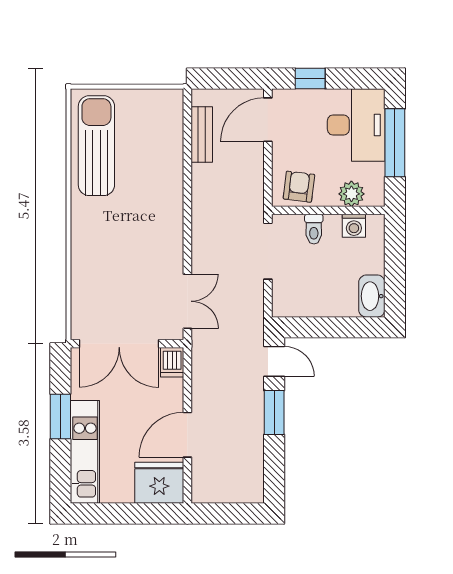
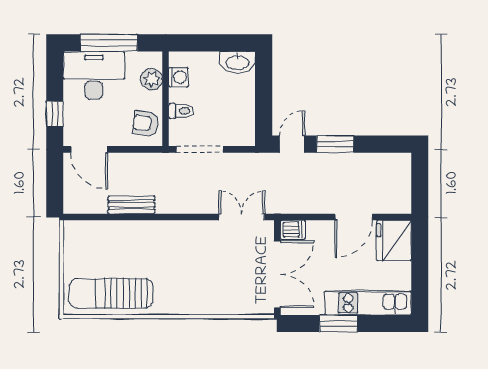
bench: (202, 134) -> (131, 205), moved
door: (187, 435) -> (354, 217), hinge flipped

